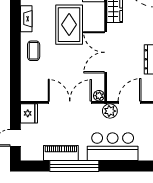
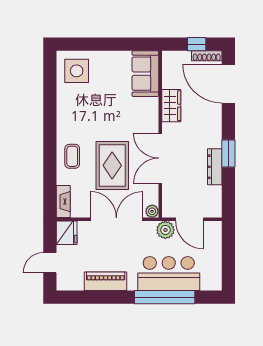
fireplace: (26, 19) -> (63, 202), moved
rug: (69, 25) -> (112, 165), moved
door: (130, 102) -> (189, 219), swing flipped
window: (74, 166) -> (165, 297), moved

